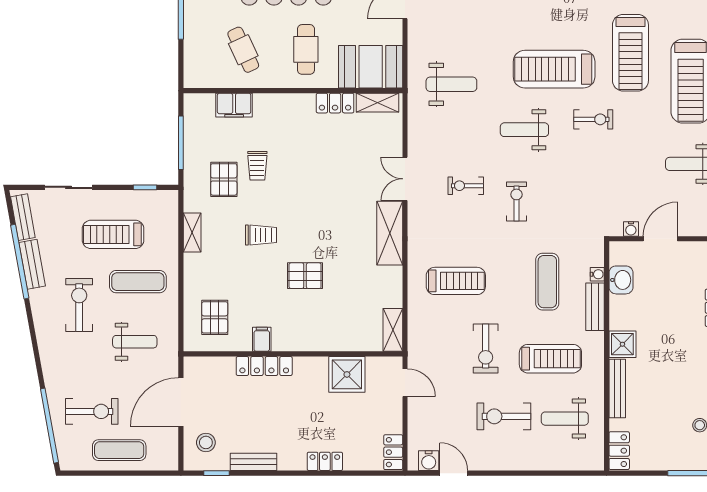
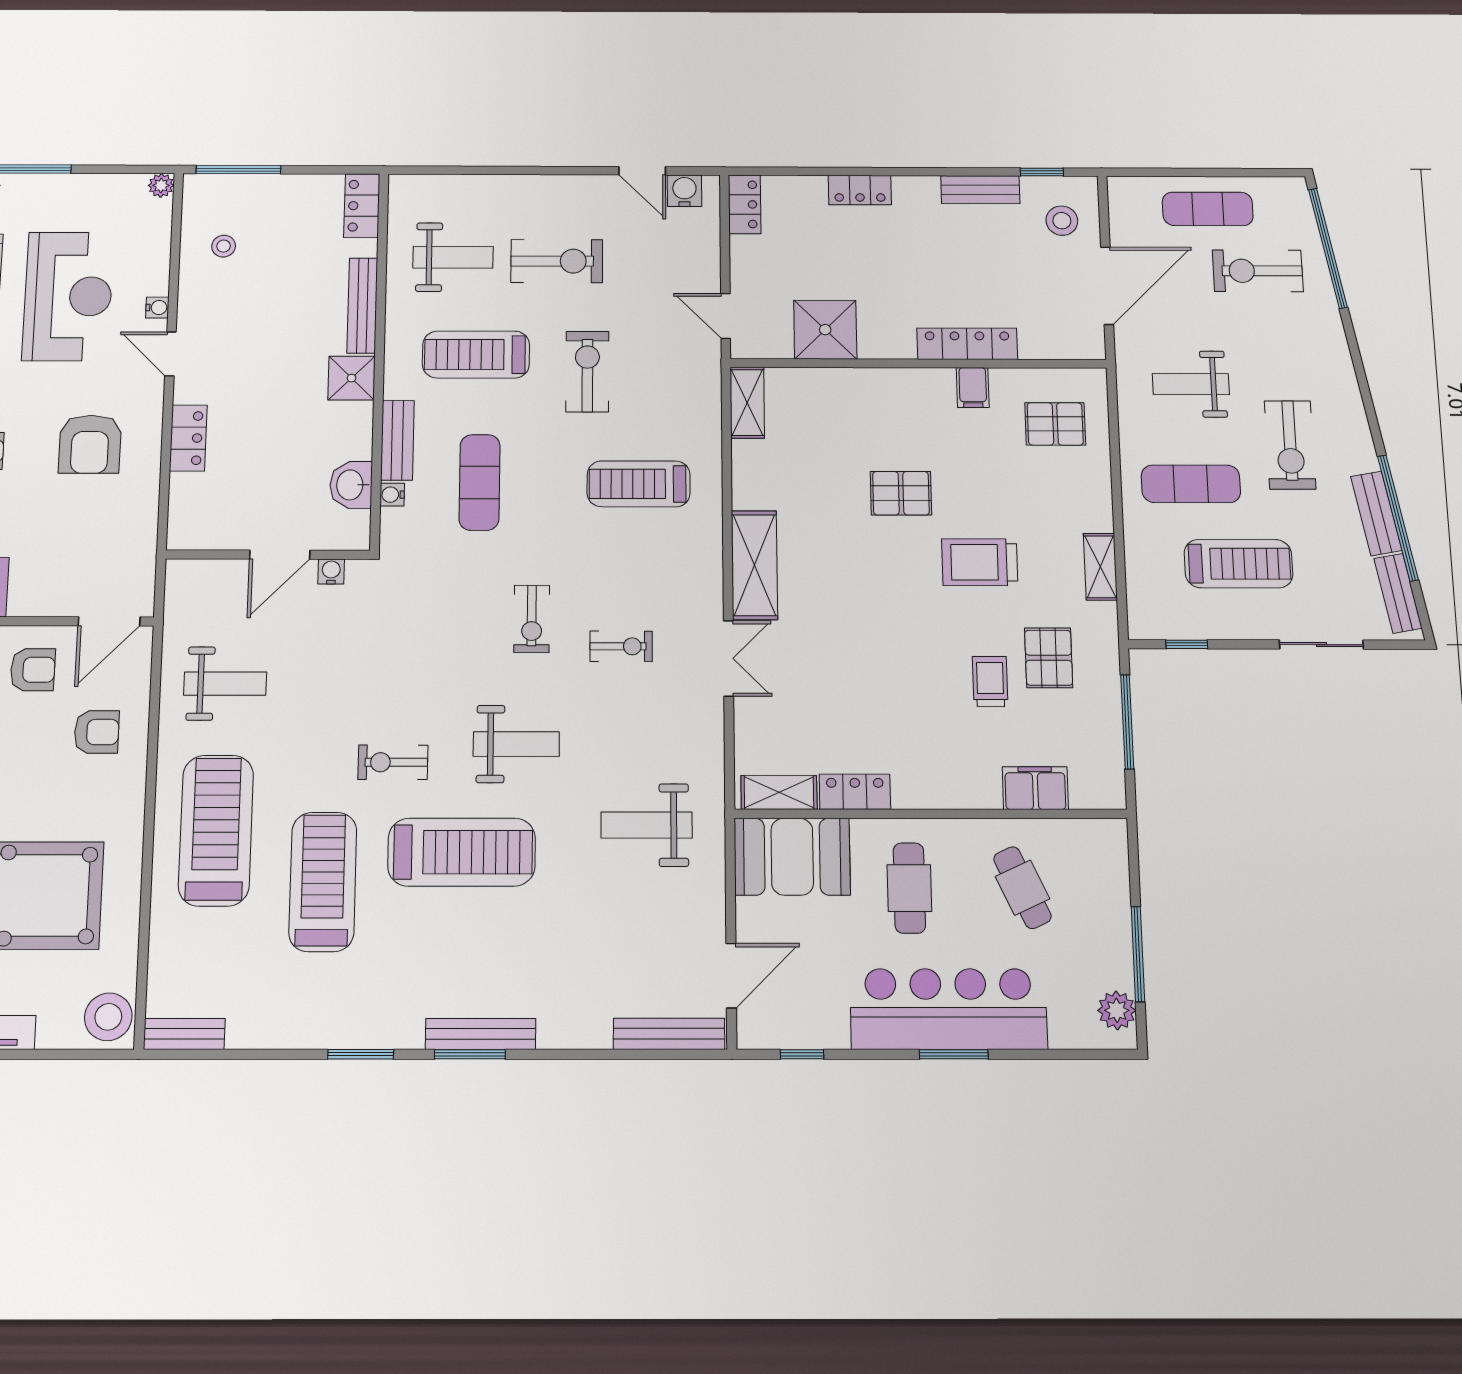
trolley: (261, 235) -> (980, 562), width x1.36, depth x1.39
pallet: (215, 317) -> (1055, 424), turned 90

